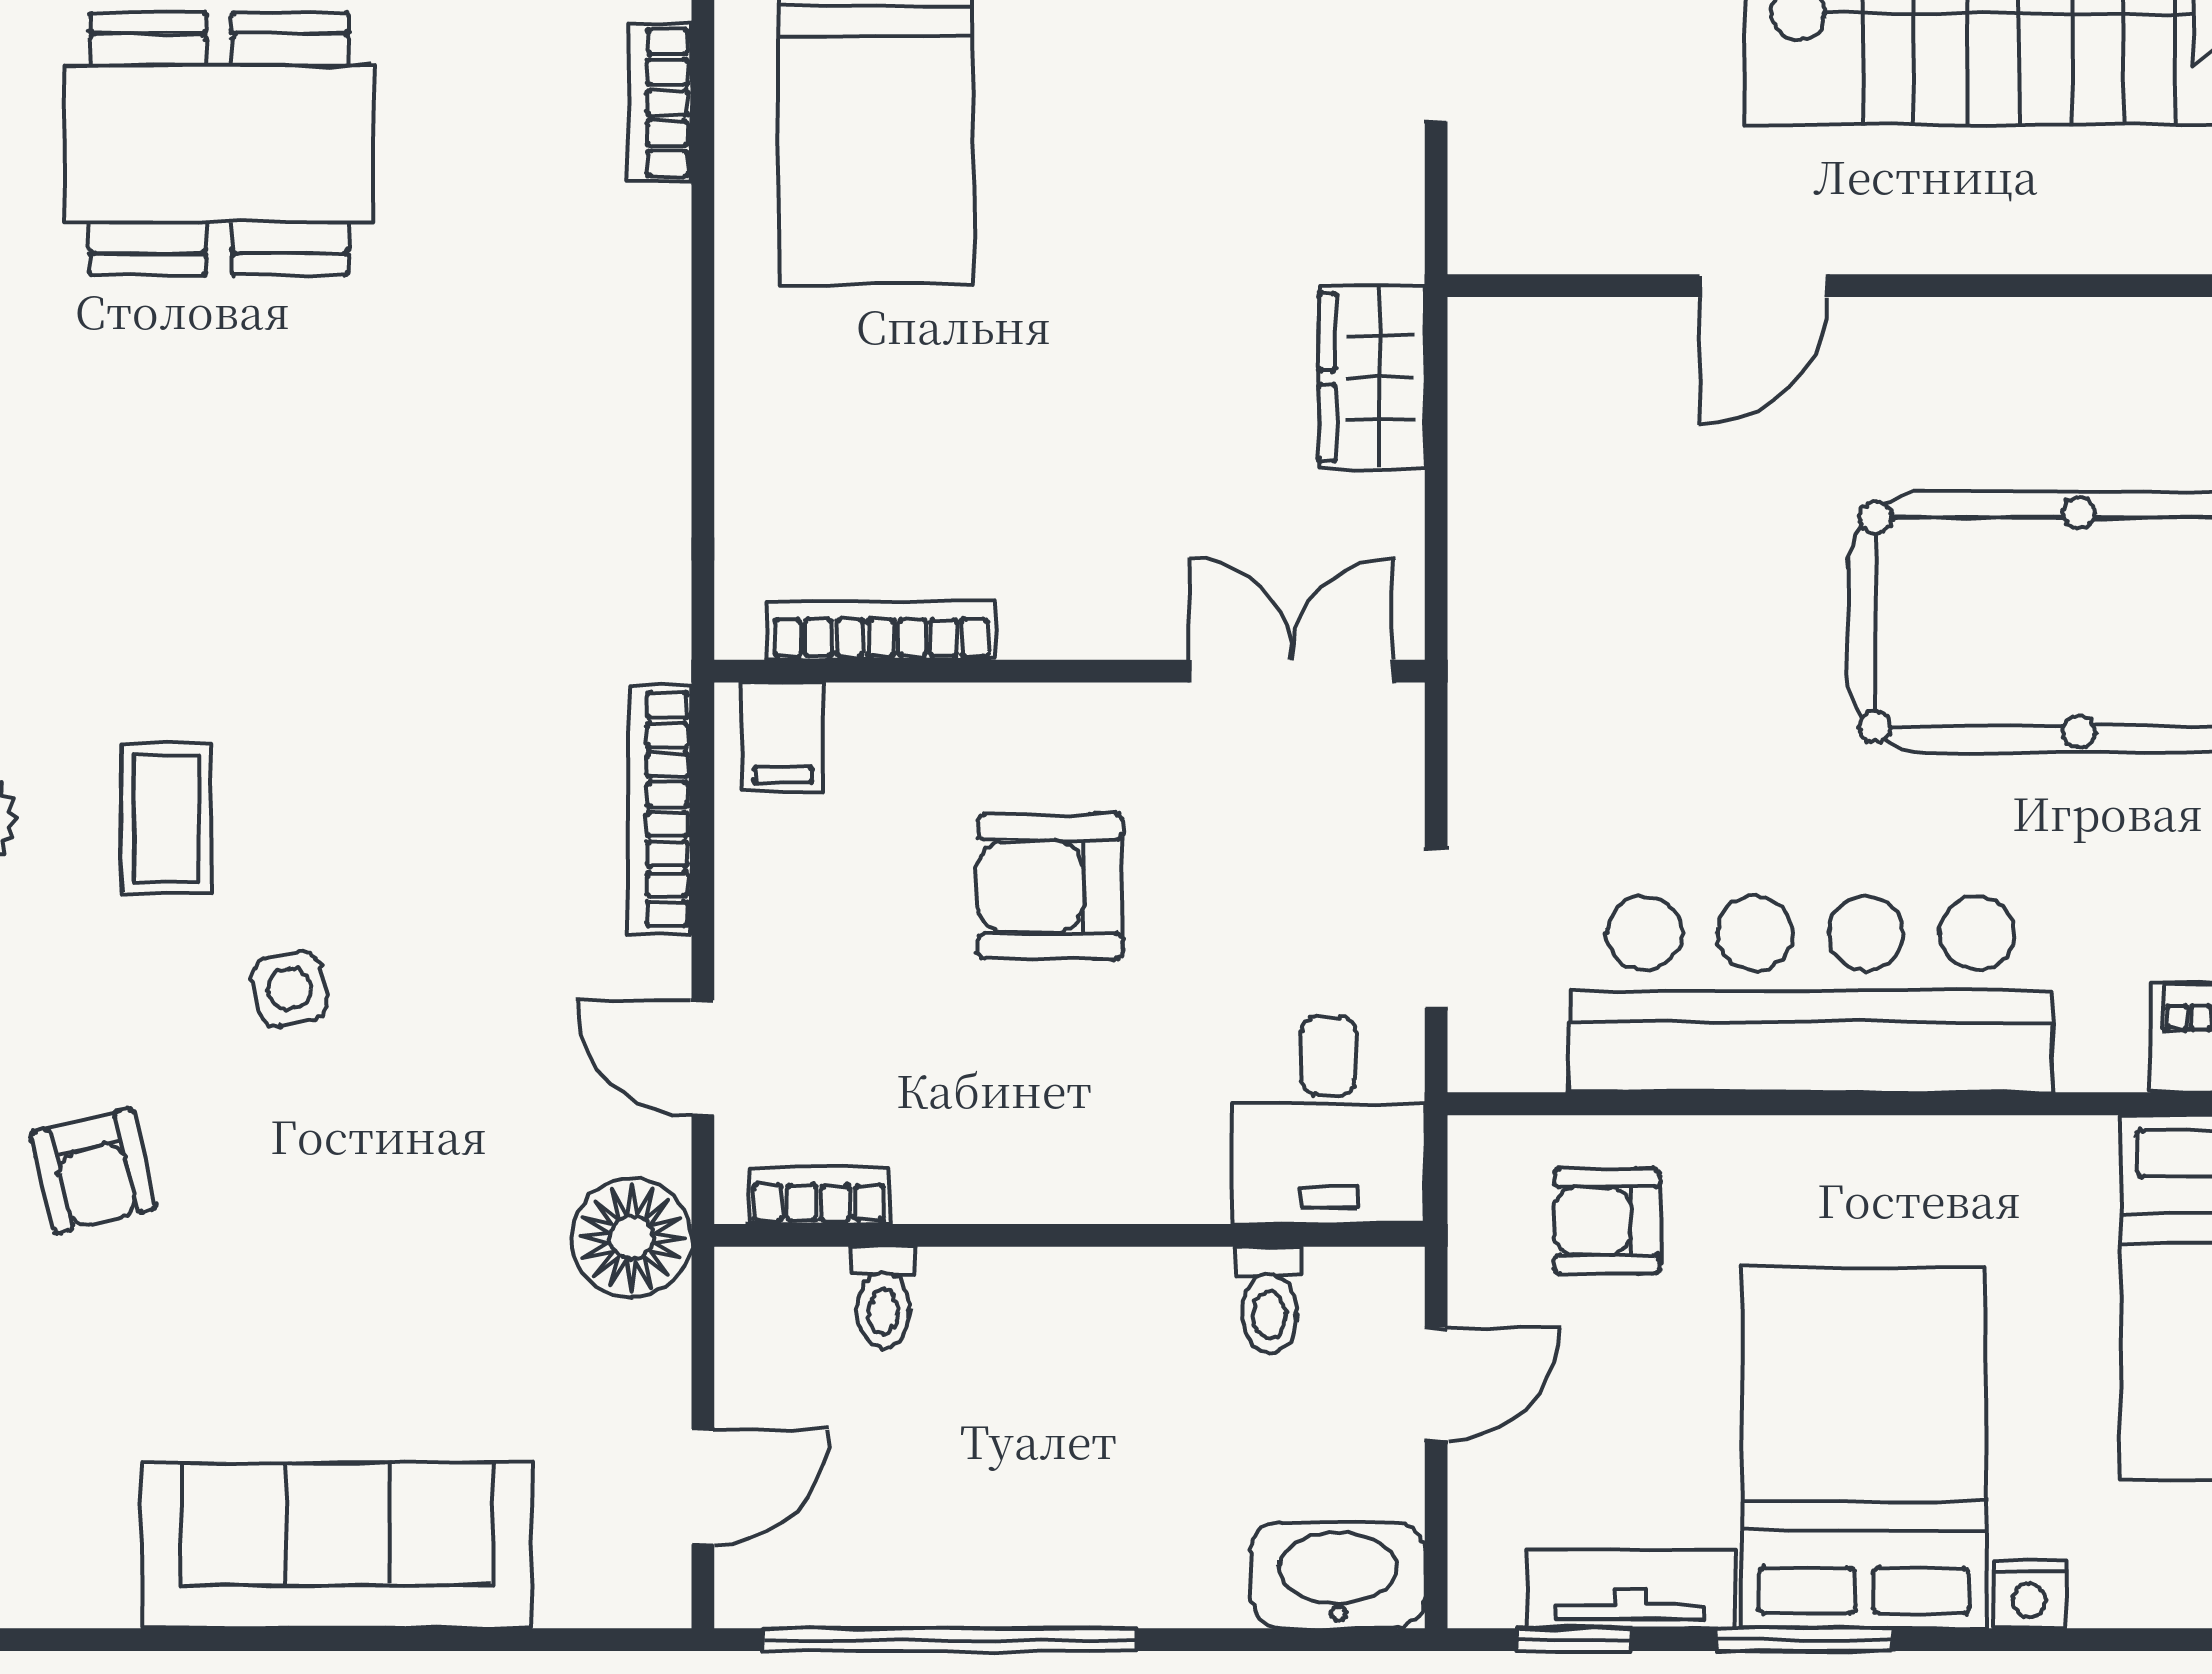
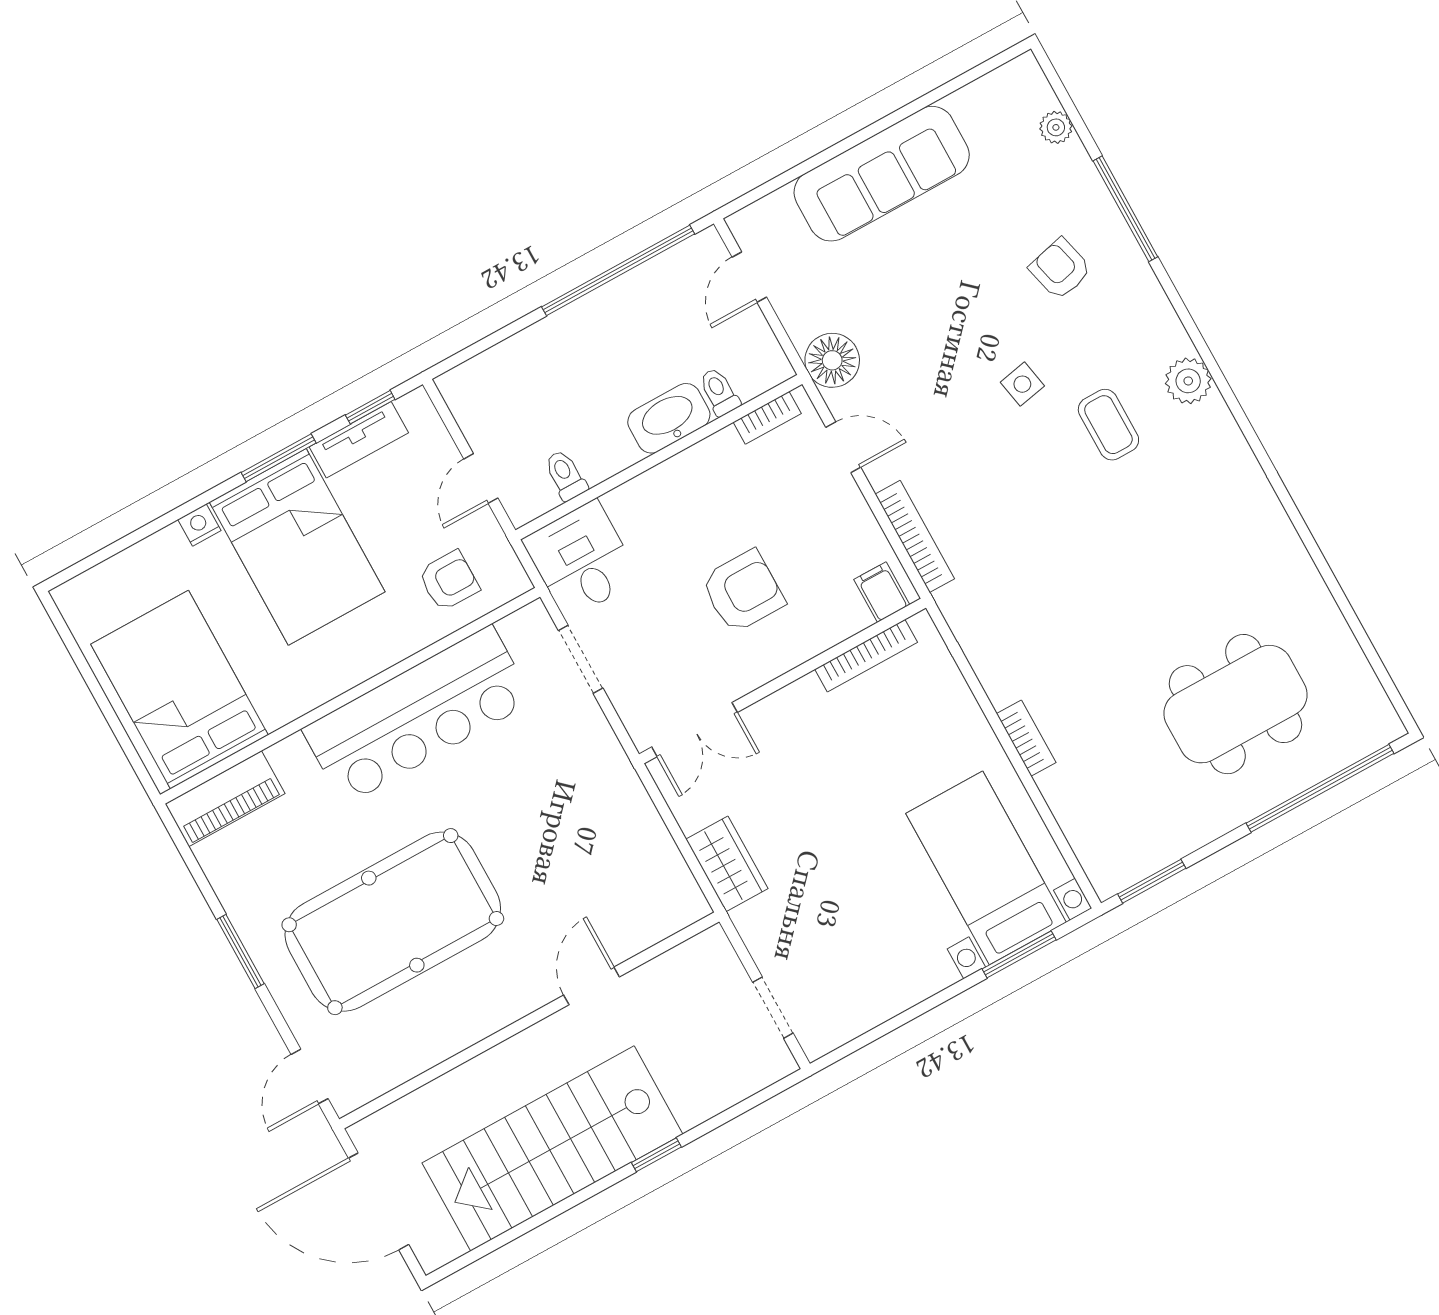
bookcase: (660, 103) -> (1026, 738), moved
washbasin: (1338, 1575) -> (669, 418), moved, turned 180

